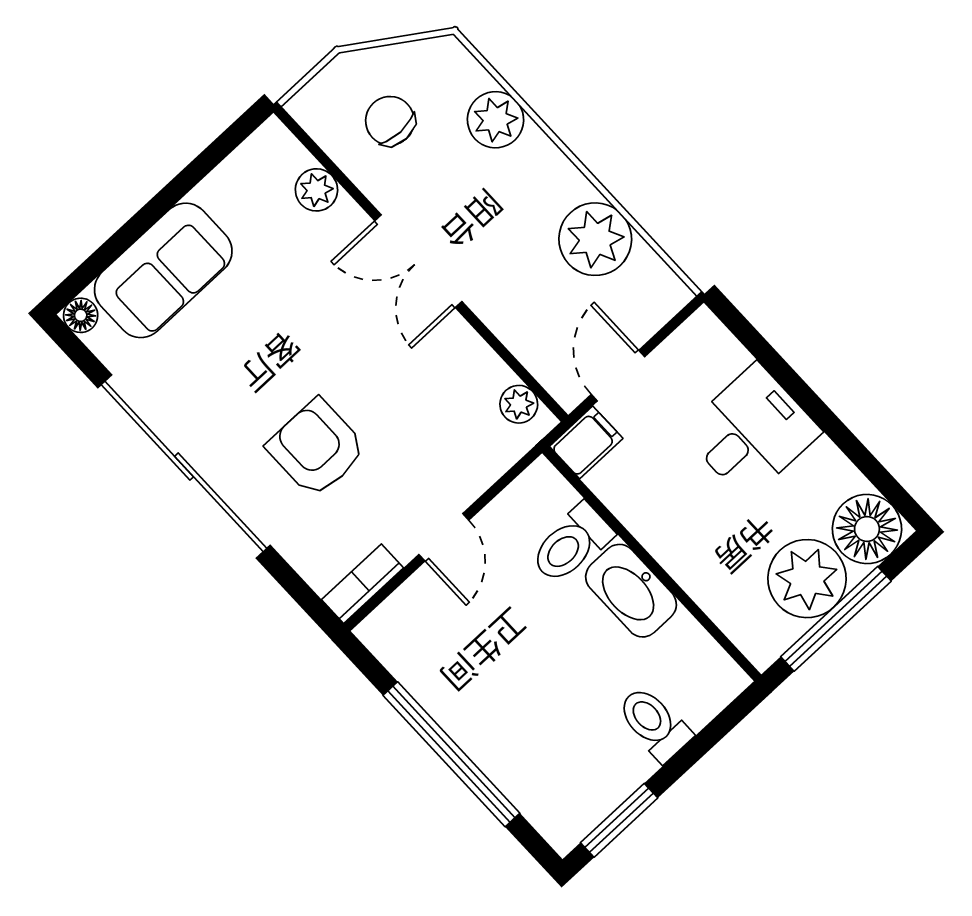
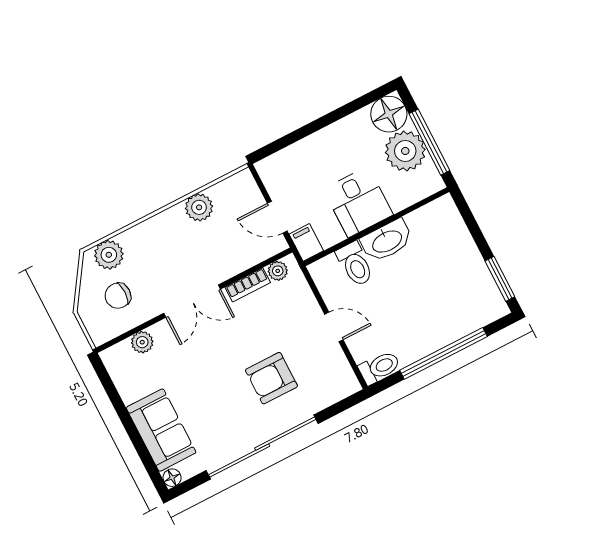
plant: (496, 120) -> (109, 255), moved
plant: (595, 239) -> (199, 207), width x0.73, depth x0.73
desk: (751, 432) -> (358, 202), moved, turned 180
bookcase: (363, 584) -> (248, 285), moved, turned -90
toilet: (654, 724) -> (379, 367), moved, turned 180

